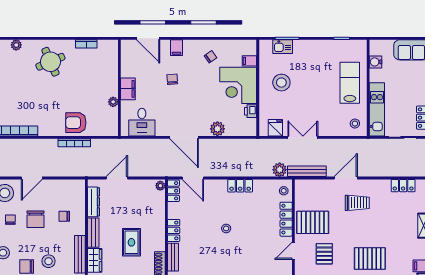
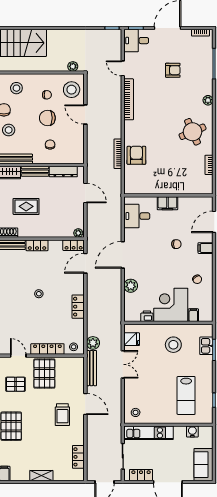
lab bench: (350, 83) -> (186, 395), moved, turned 90
plant: (113, 102) -> (155, 190), removed

